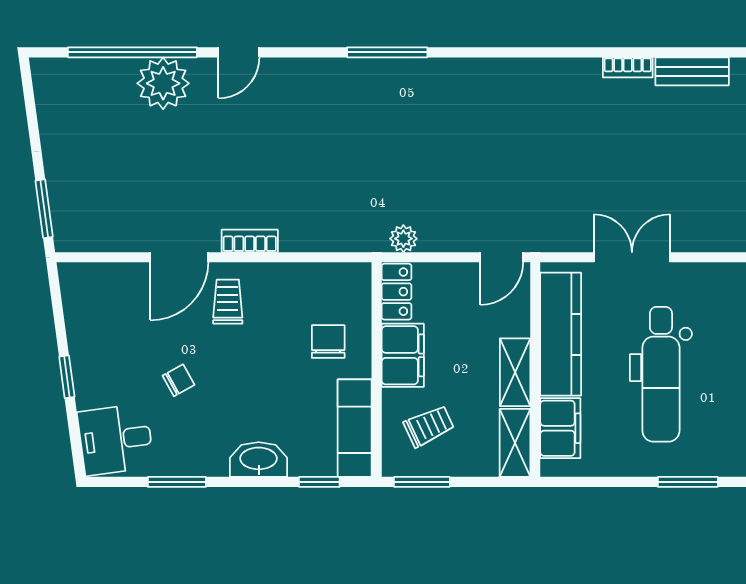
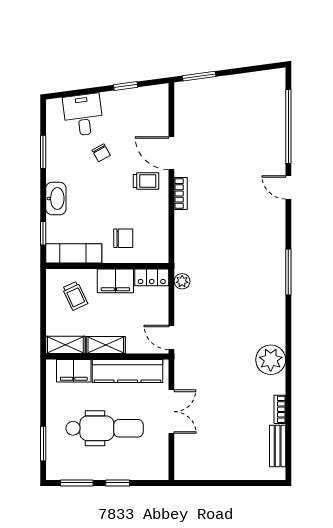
plant: (163, 83) -> (271, 360), moved
dental chair: (661, 374) -> (105, 428), turned 180
window: (67, 377) -> (126, 86), moved
desk: (116, 440) -> (83, 115), moved
window: (422, 482) -> (43, 292), removed

